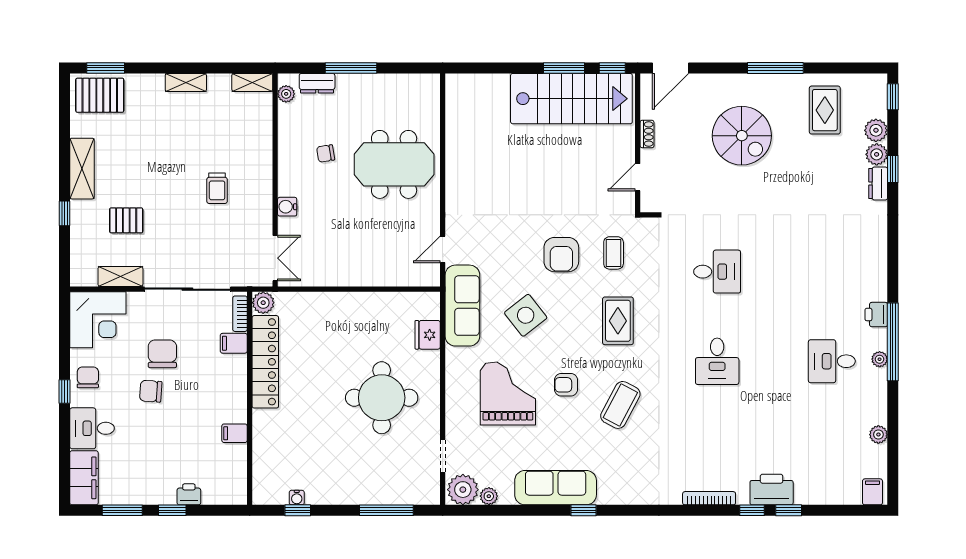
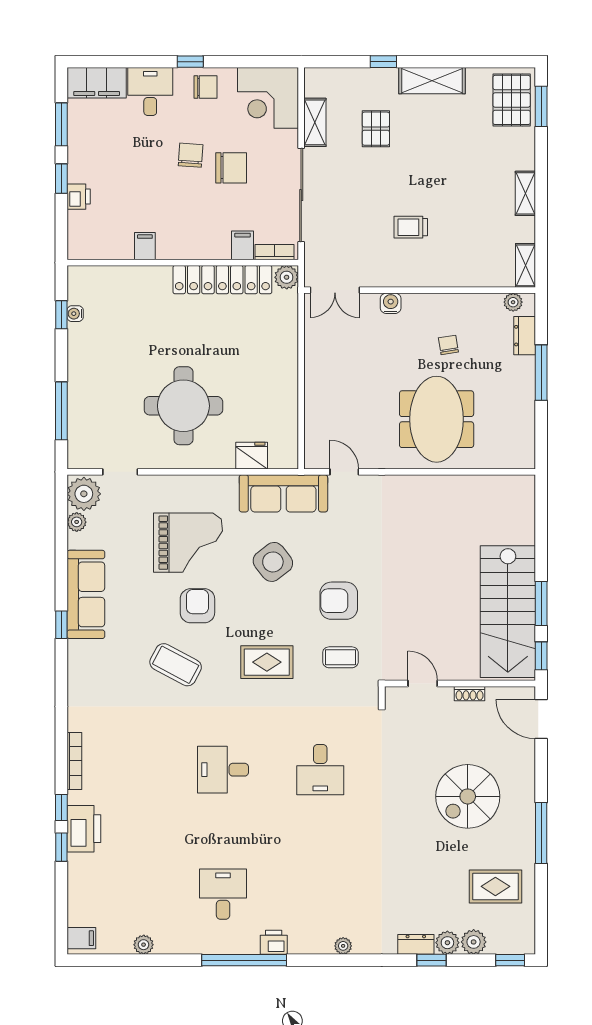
plant: (880, 359) -> (343, 946), moved
armchair: (566, 385) -> (197, 606), width x1.38, depth x1.38

